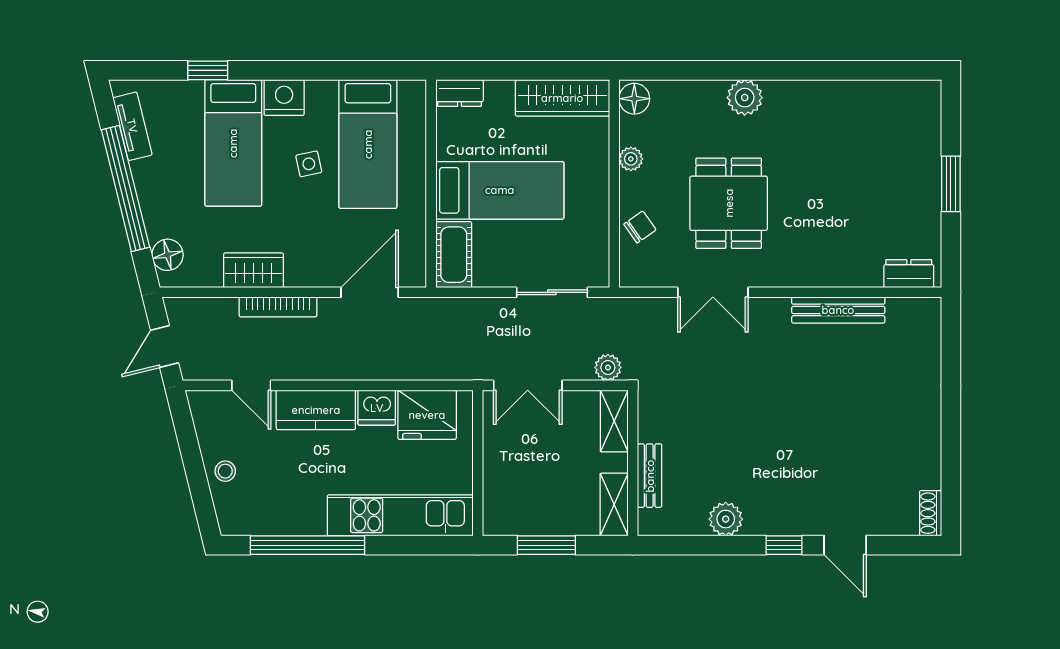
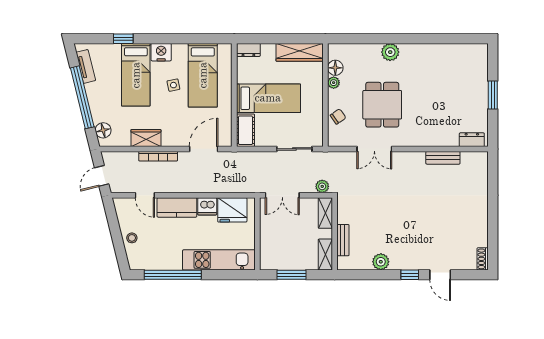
floor lamp: (634, 99) -> (335, 68), moved
bench: (838, 310) -> (443, 158), width x0.73

